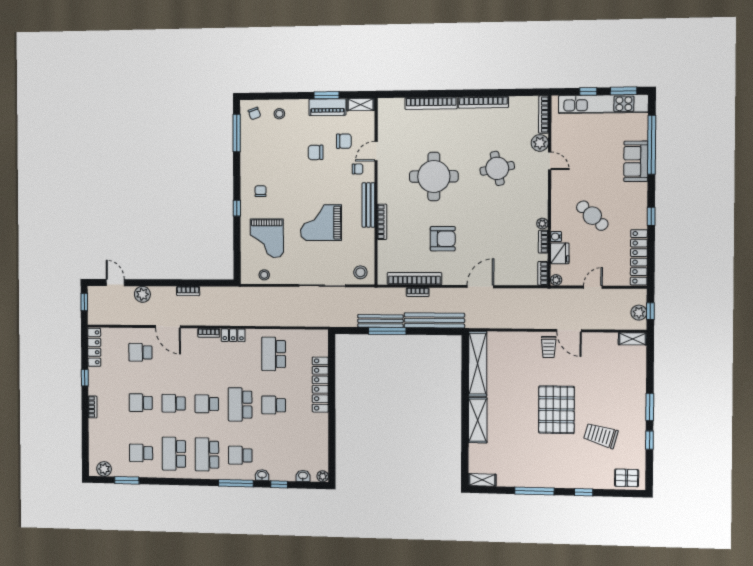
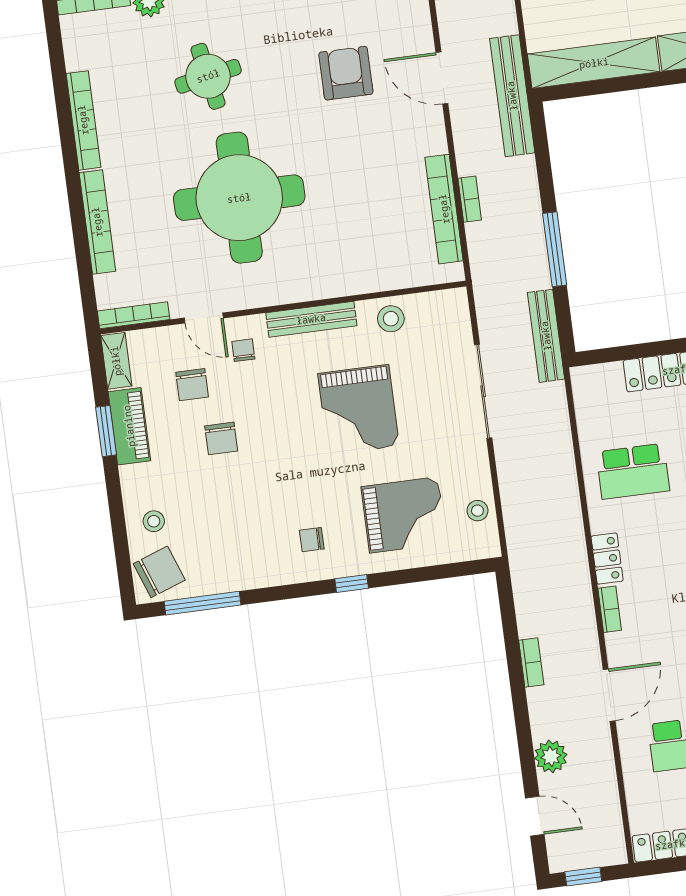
chair: (254, 113) -> (159, 572), width x1.87, depth x1.87
chair: (344, 141) -> (192, 385), turned 180
round table: (434, 176) -> (239, 198), width x1.36, depth x1.36
bookcase: (382, 222) -> (134, 315), moved
armchair: (443, 239) -> (346, 73), moved
stool: (360, 272) -> (391, 319), moved
door: (115, 283) -> (535, 816), swing flipped
bench: (434, 320) -> (512, 96), moved
bench: (380, 321) -> (546, 336), moved

